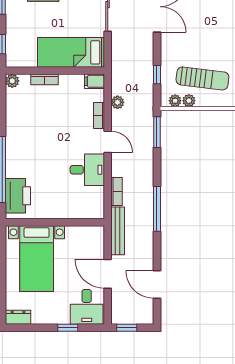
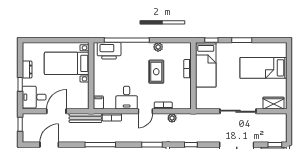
bed: (71, 52) -> (206, 65), moved, turned 180
plant: (12, 81) -> (158, 47), moved
filing cabinet: (94, 81) -> (98, 102), moved
rug: (49, 126) -> (156, 72), added
dresser: (18, 317) -> (27, 70), moved

